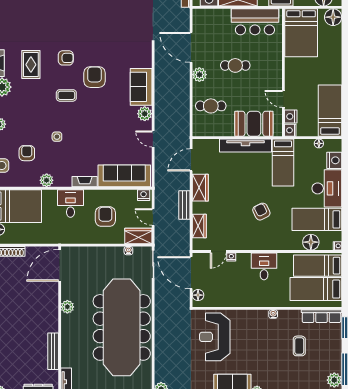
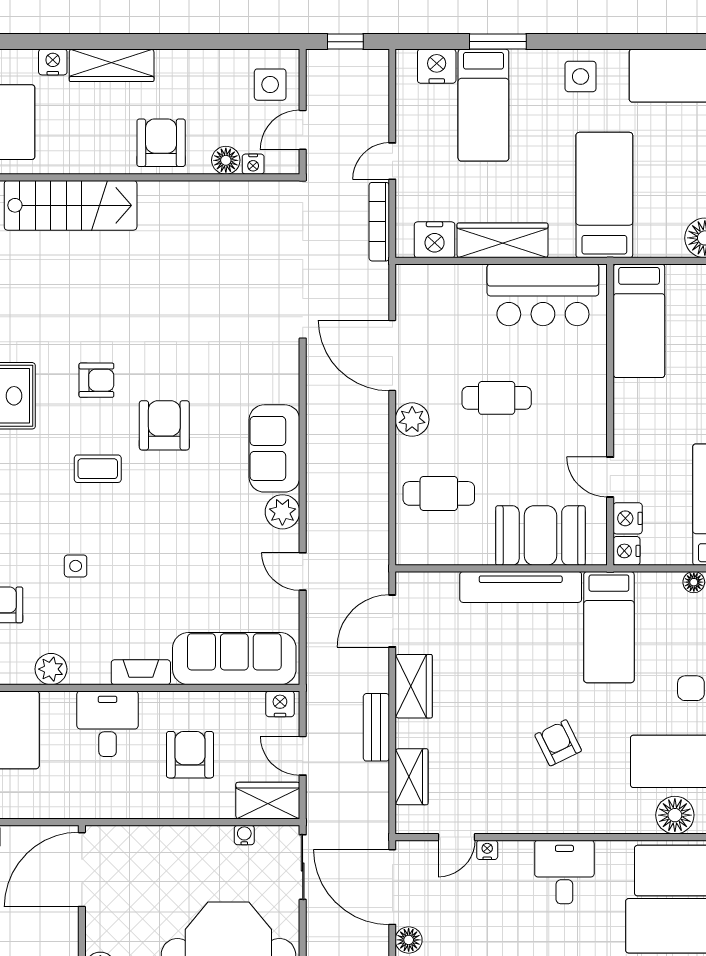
bed: (301, 33) -> (639, 321), width x0.67

